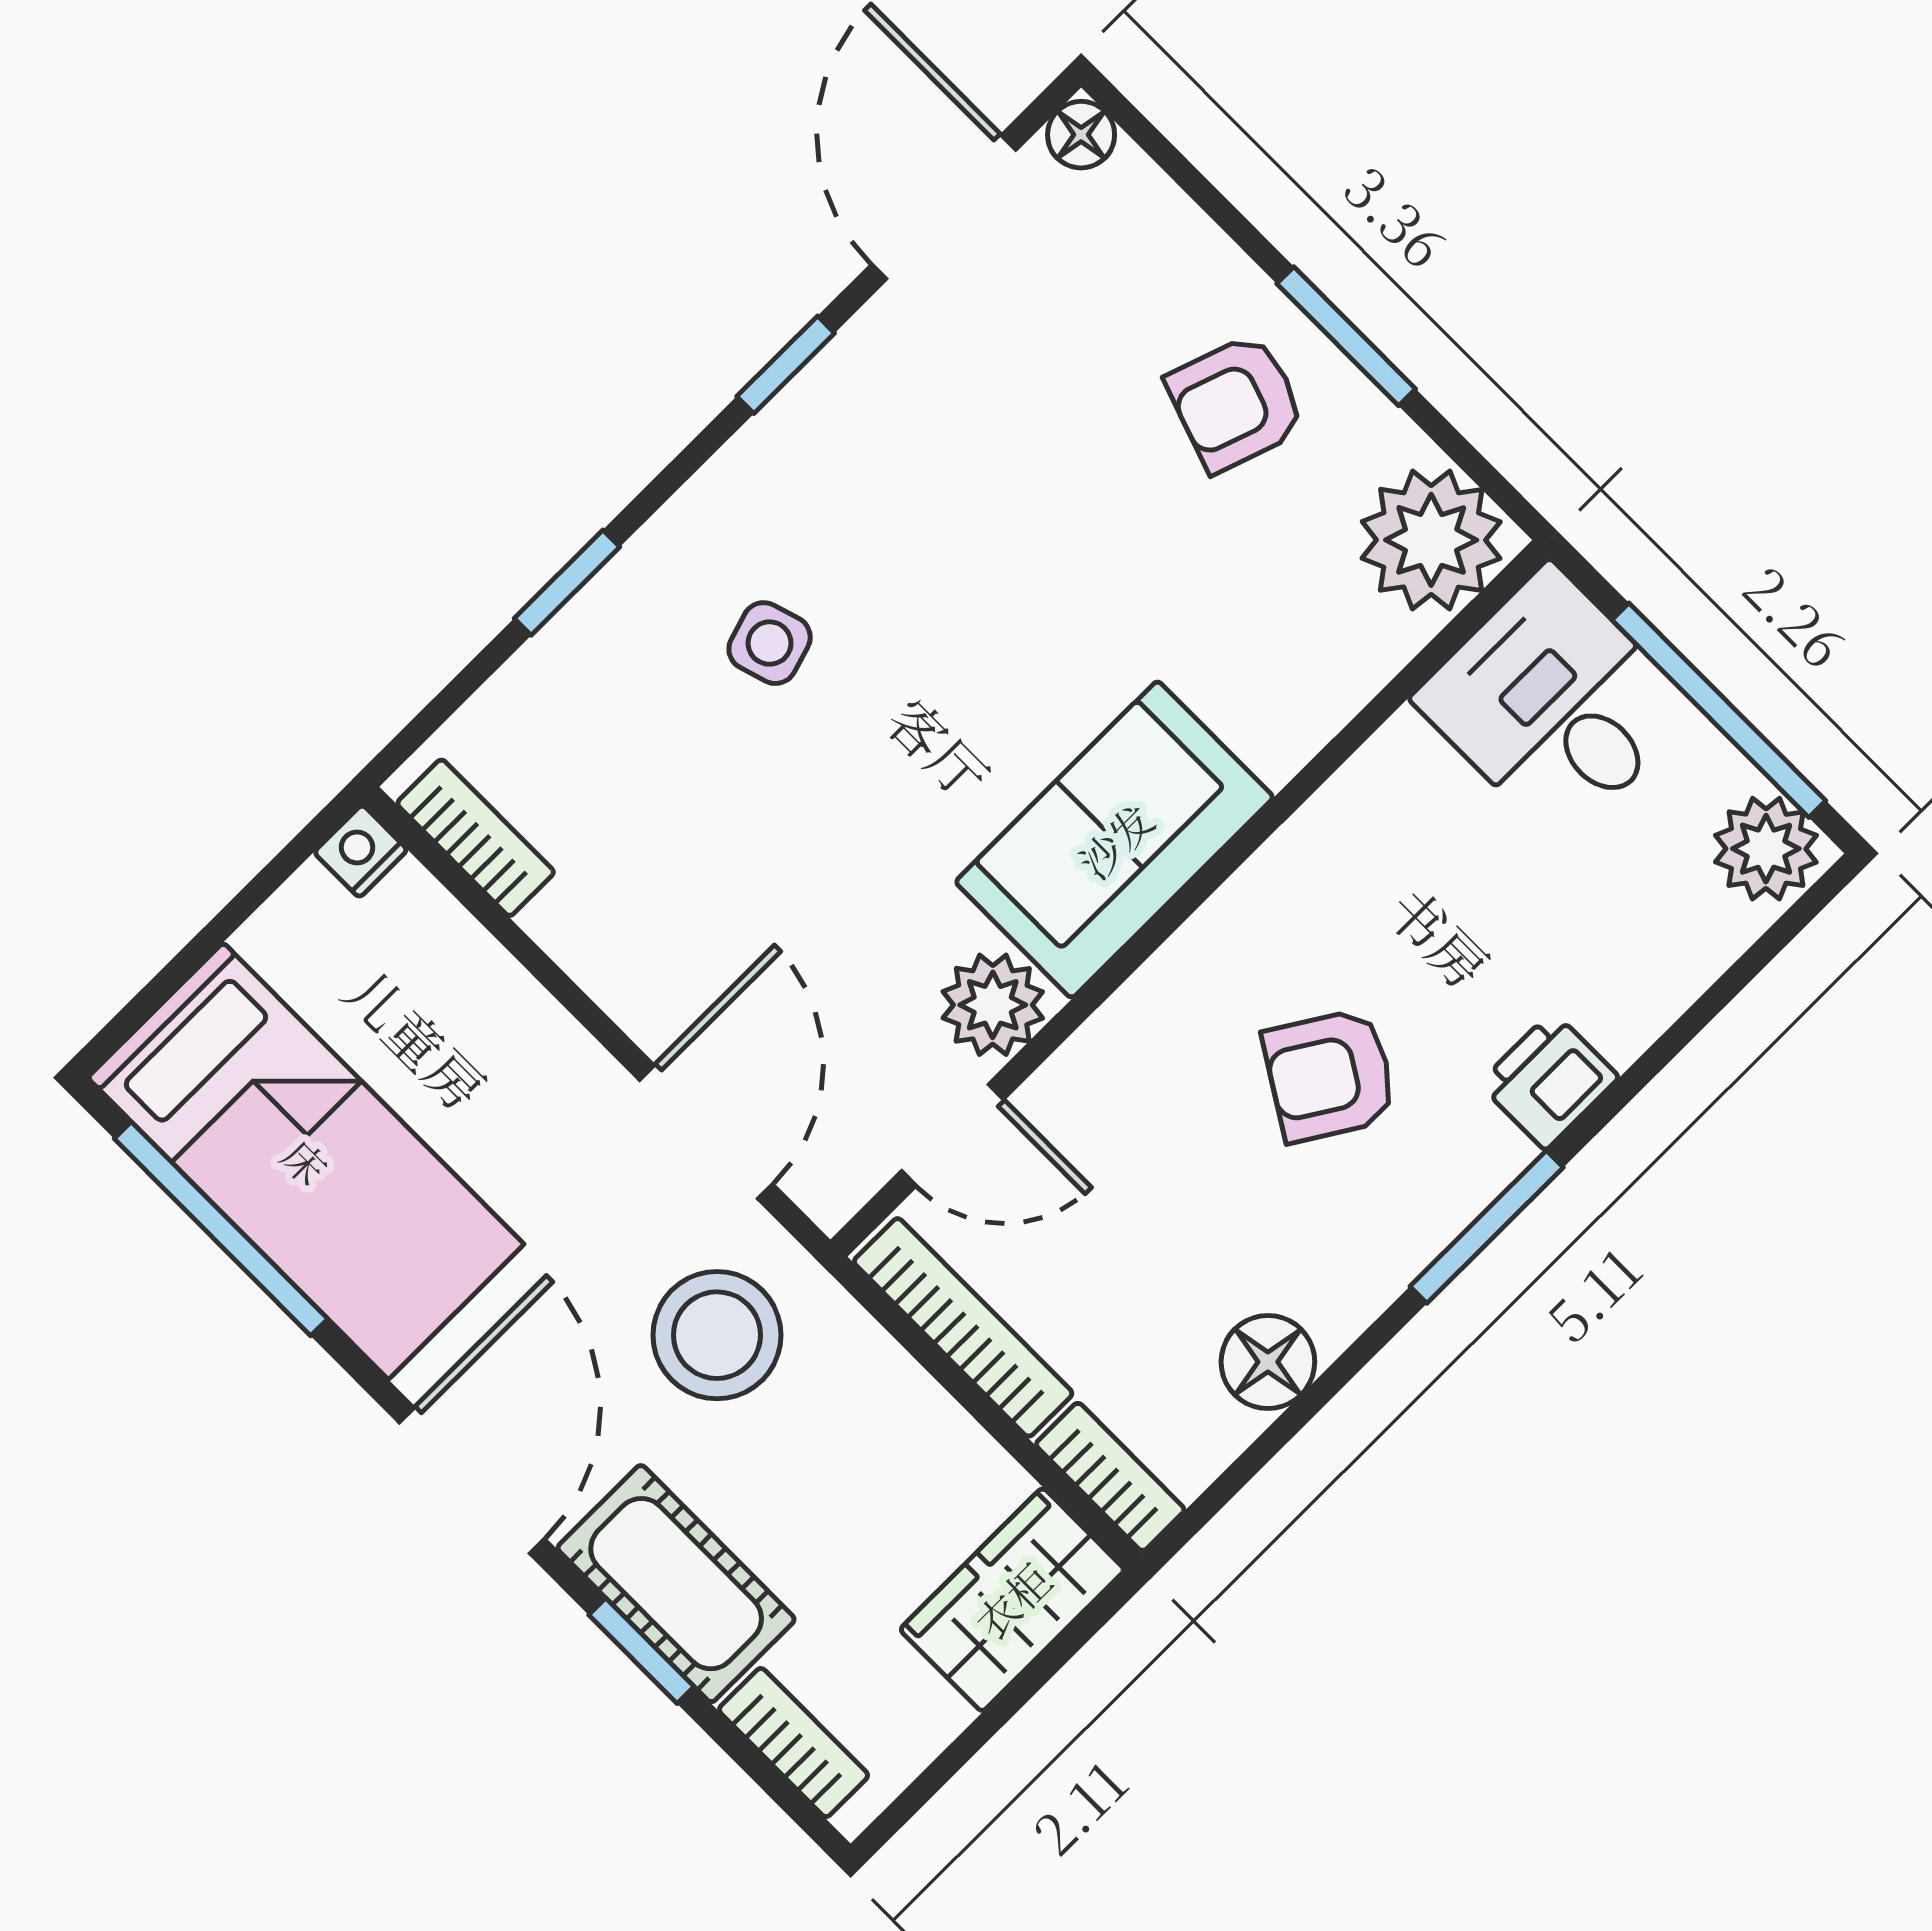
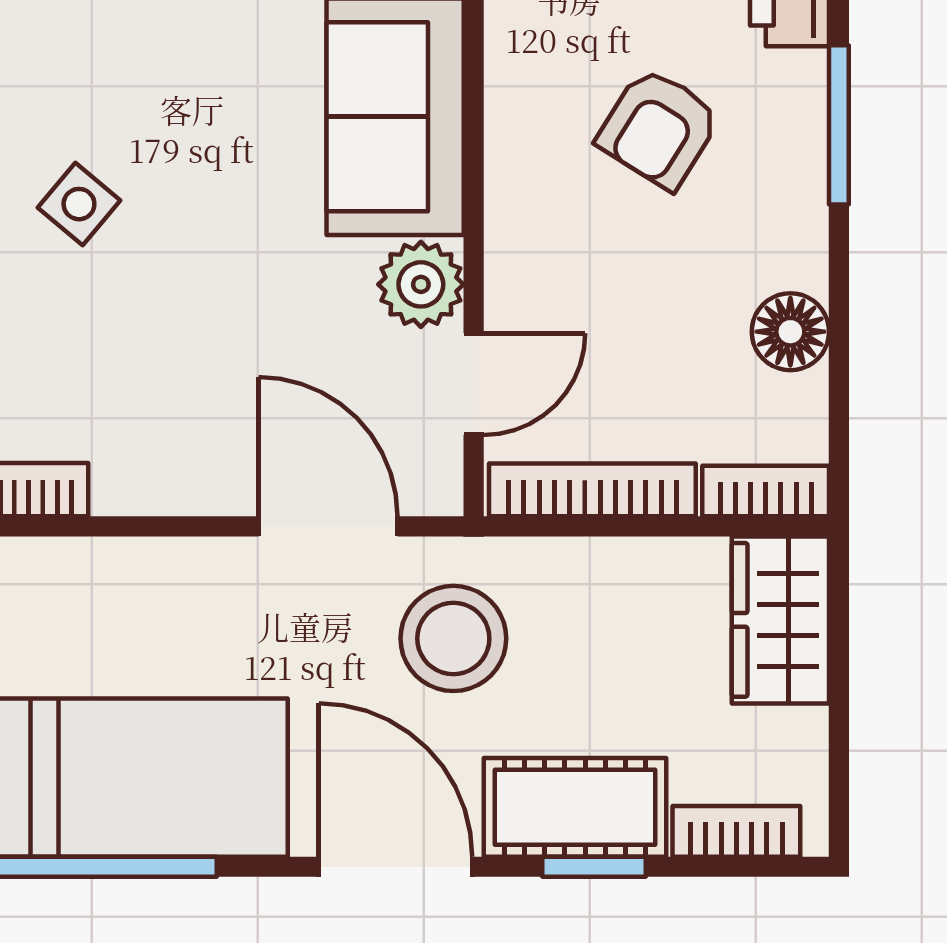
side table: (770, 643) -> (79, 204), turned -33

